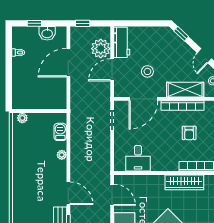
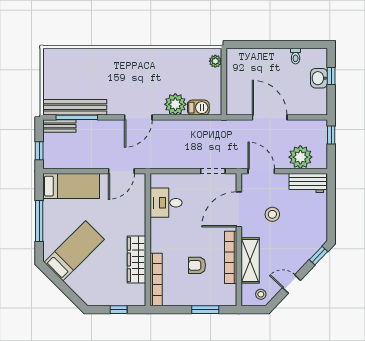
washbasin: (47, 33) -> (319, 78), moved
door: (68, 63) -> (270, 117), moved
door: (112, 70) -> (261, 171), moved
door: (143, 99) -> (239, 209), hinge flipped
plant: (62, 155) -> (175, 104), width x1.87, depth x1.87
door: (68, 193) -> (138, 117), moved

